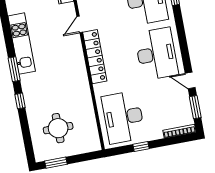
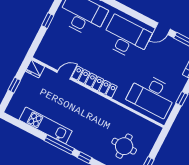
door: (80, 24) -> (64, 75), swing flipped
window: (14, 69) -> (59, 145), width x1.44

